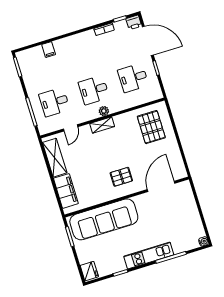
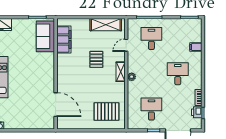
printer: (134, 22) -> (197, 112), moved
desk: (94, 90) -> (178, 74), moved
door: (71, 128) -> (126, 45), hinge flipped
pallet: (121, 177) -> (96, 59), moved
filing cabinet: (66, 191) -> (64, 40), moved, turned -90
sofa: (104, 219) -> (45, 36), width x0.54, depth x0.79

